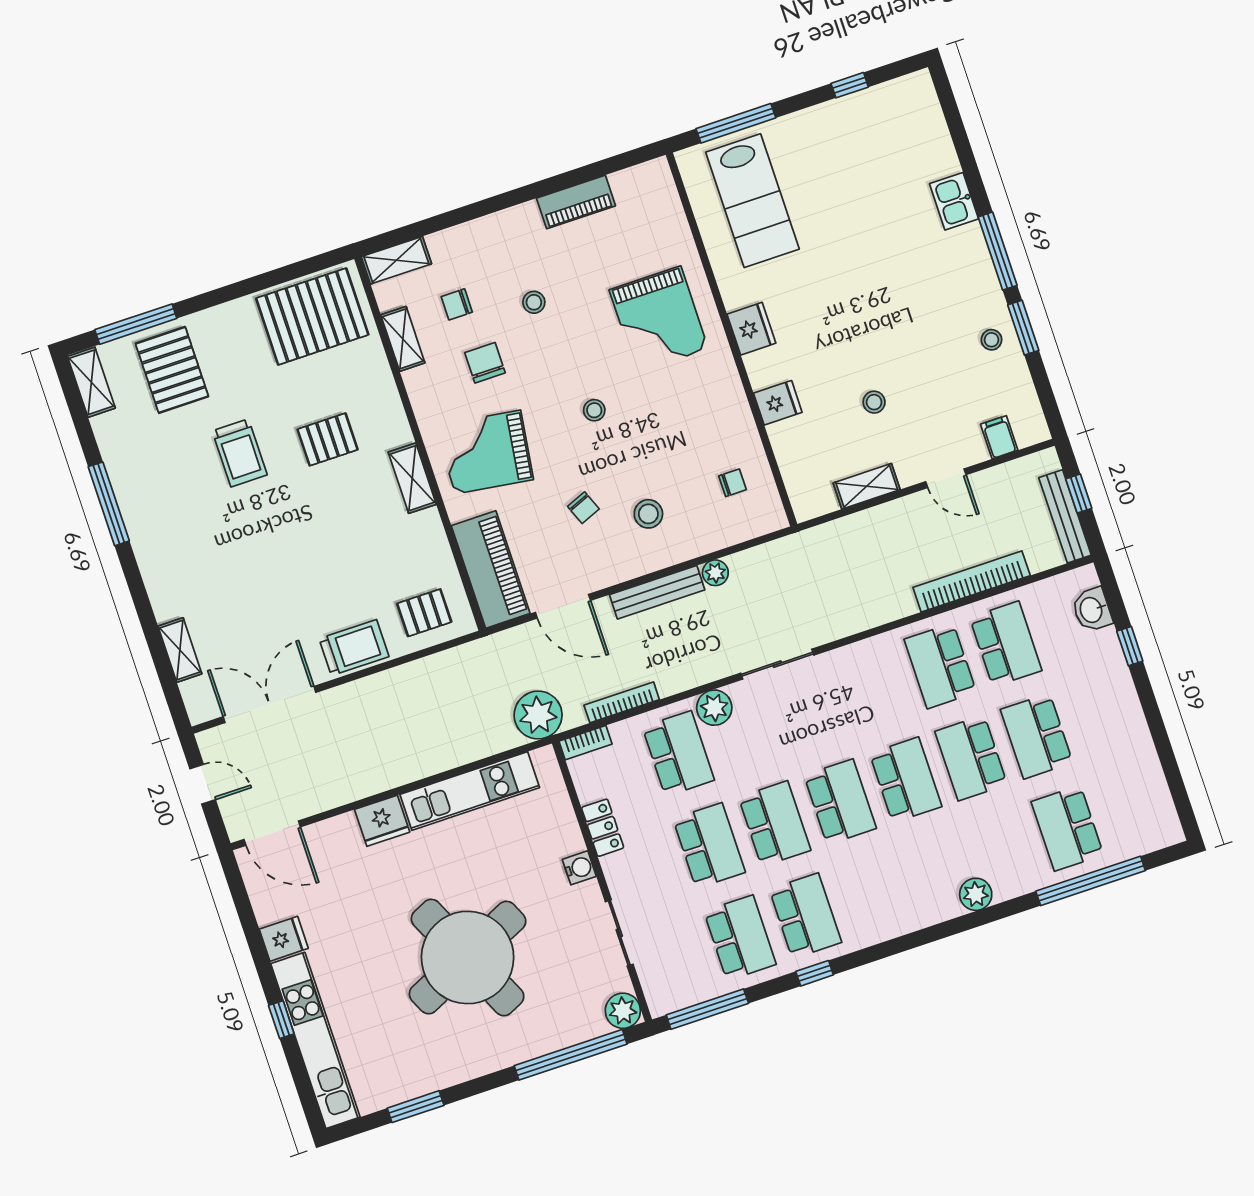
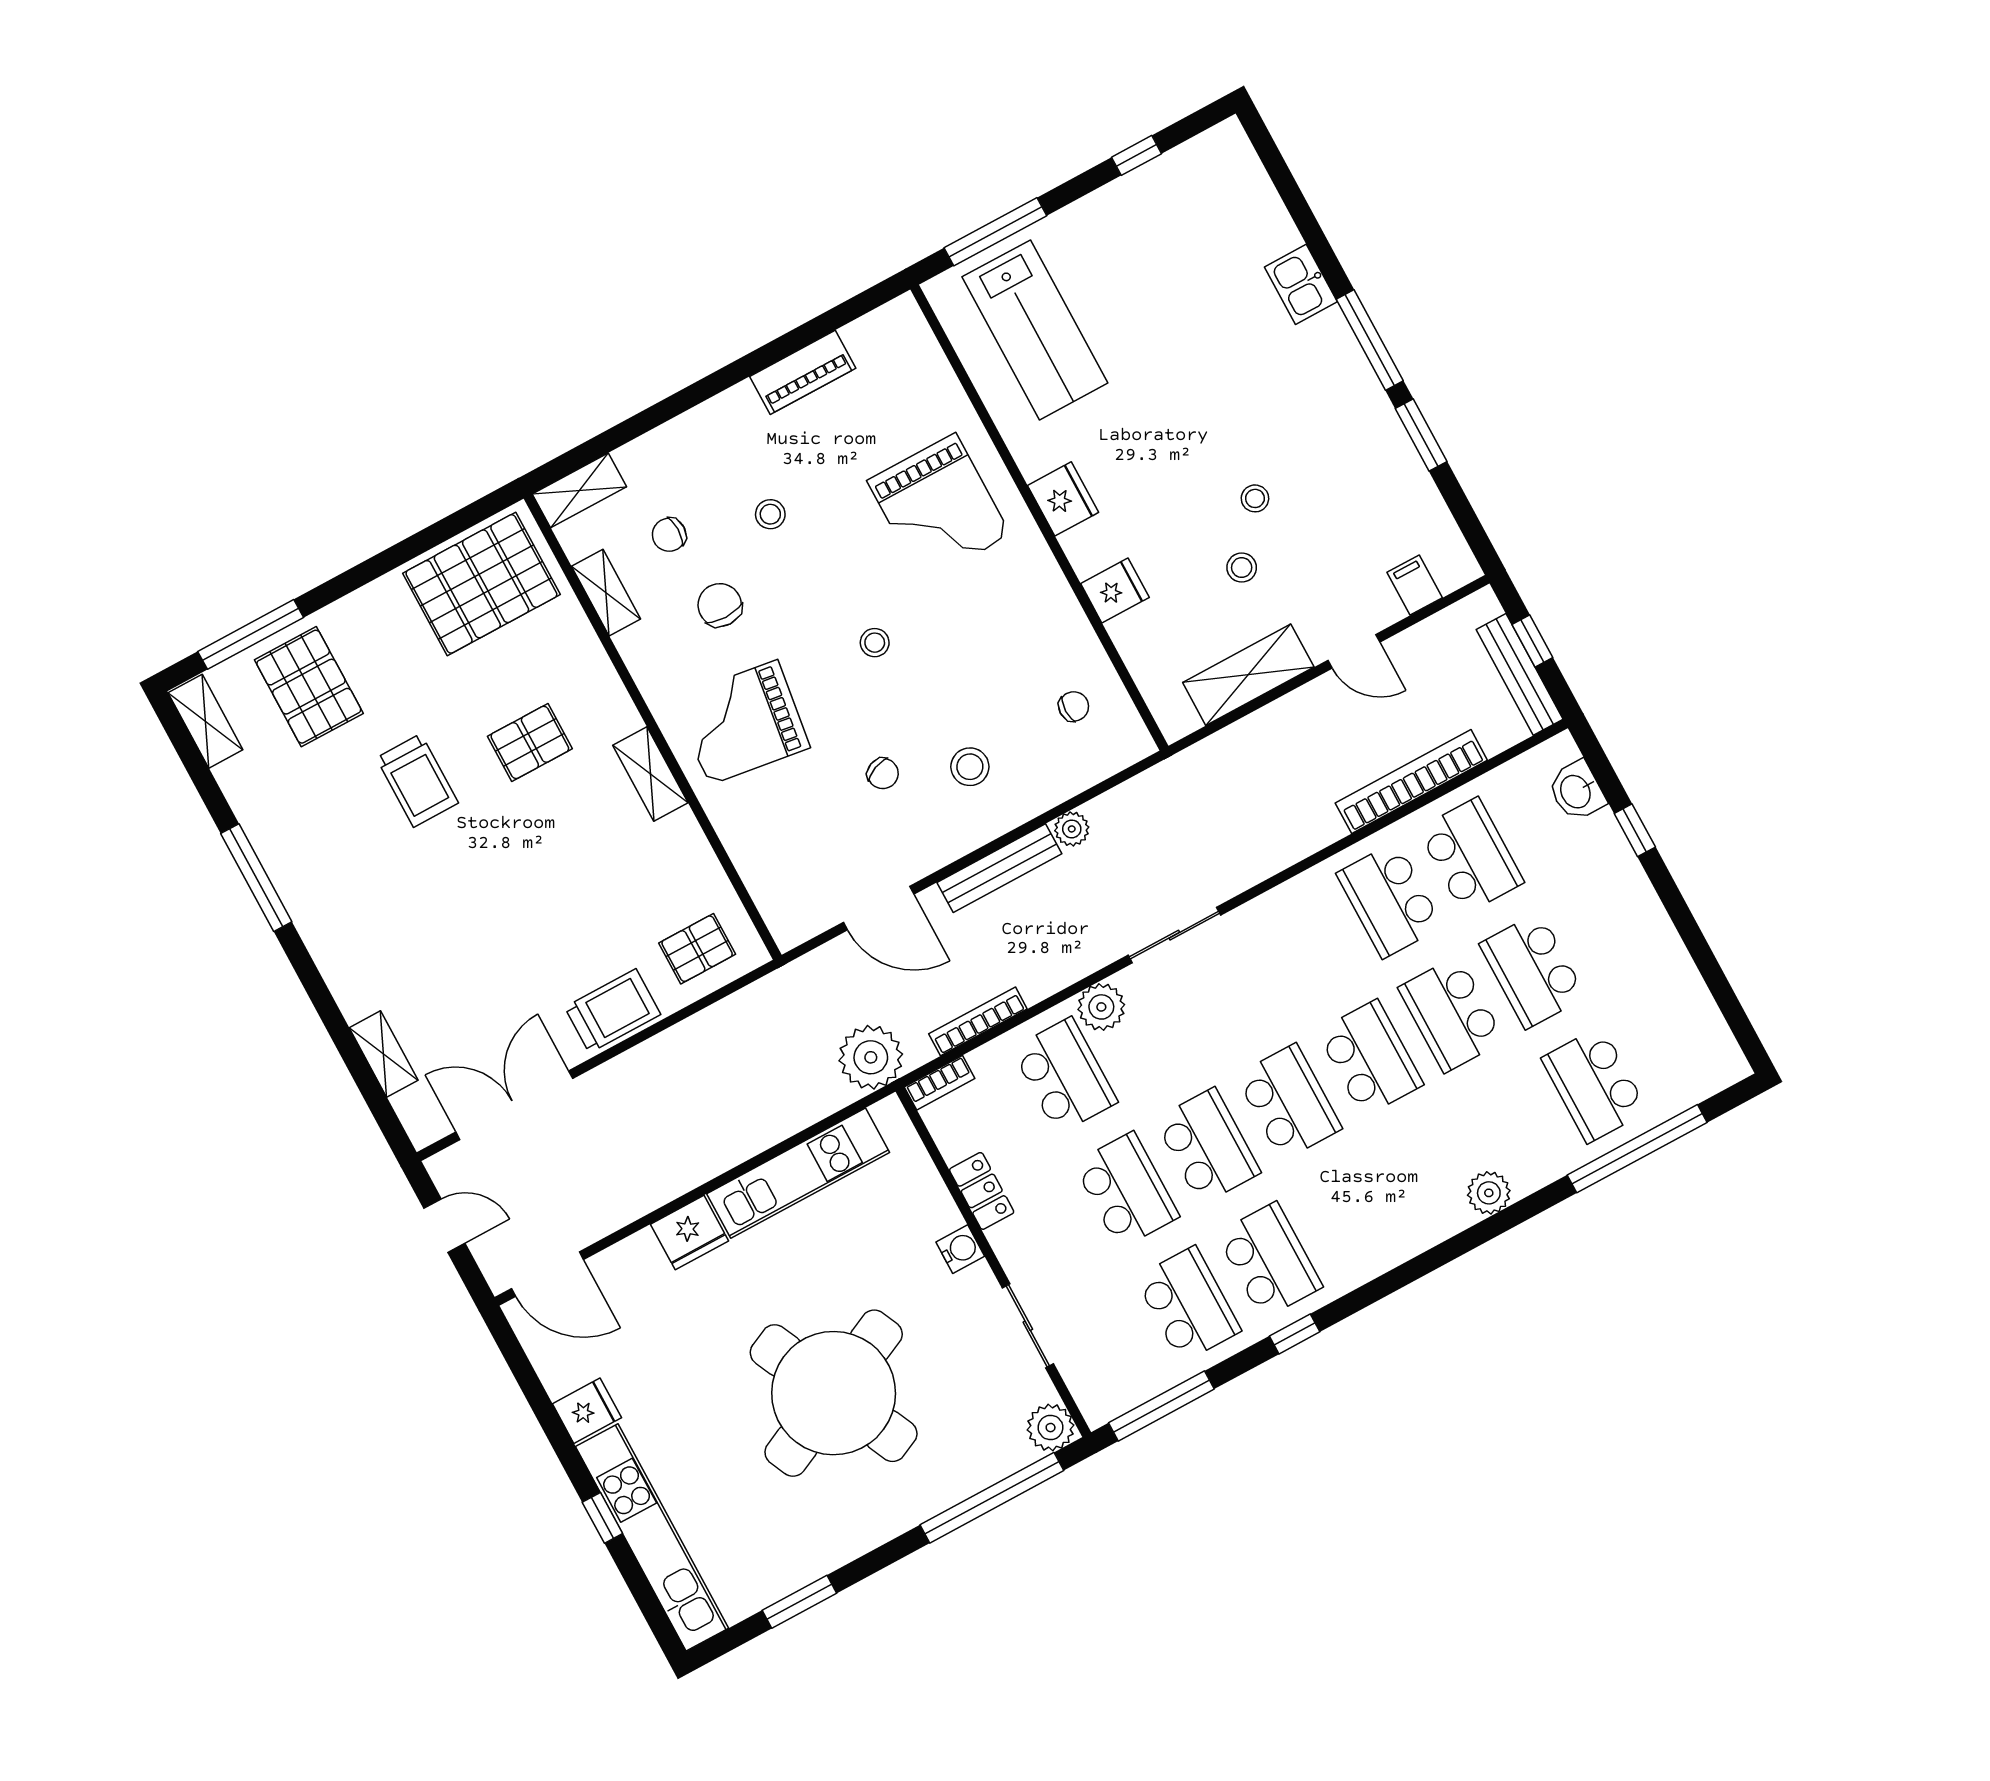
stool: (991, 340) -> (1255, 498), moved
shelving: (867, 486) -> (1248, 675), width x1.50, depth x1.33
piano: (491, 569) -> (775, 876), removed

